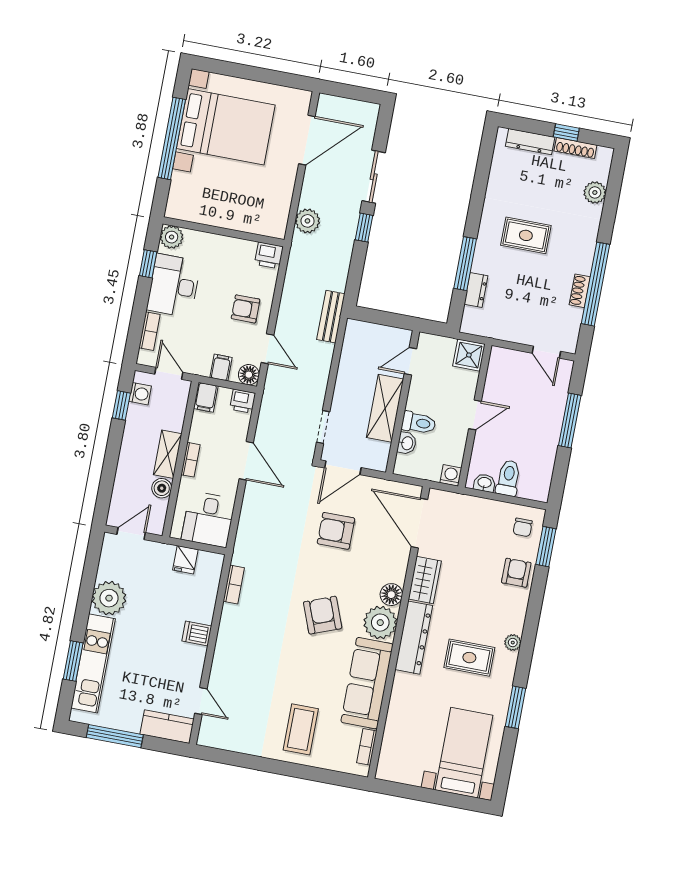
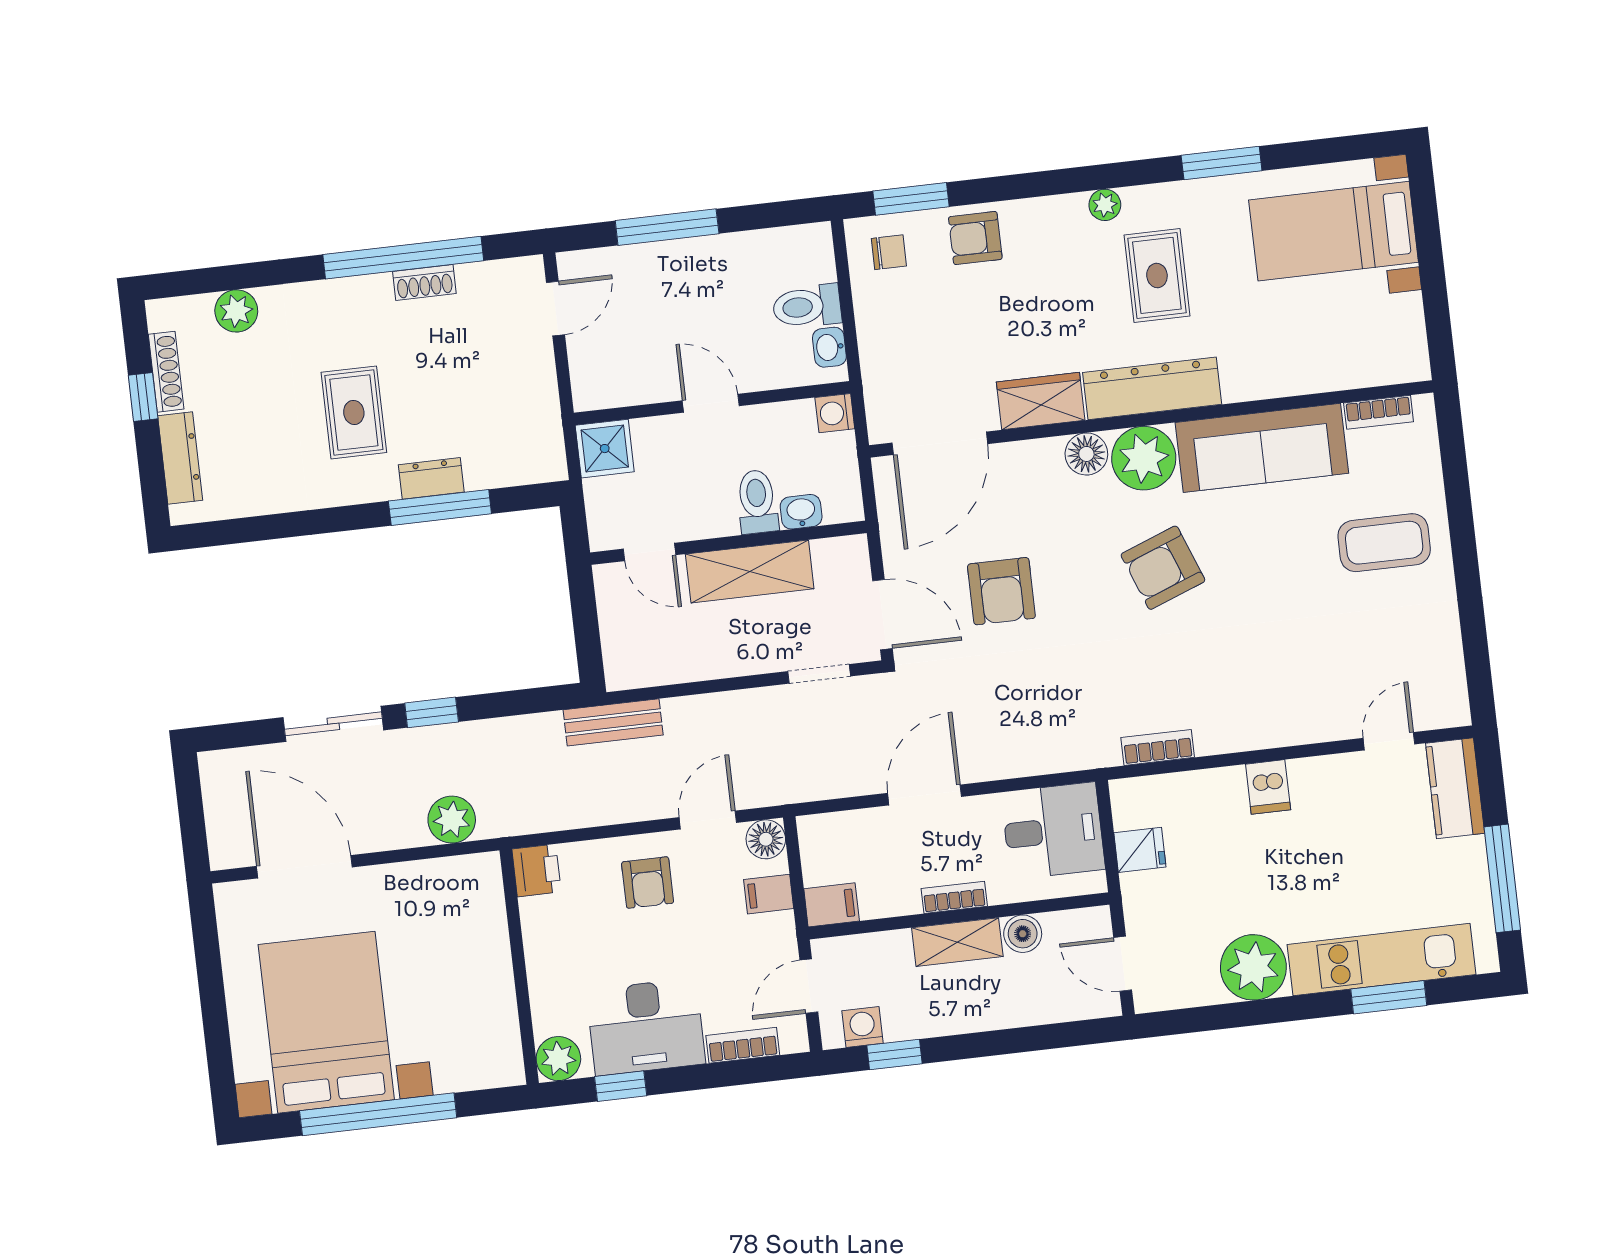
dresser: (476, 290) -> (431, 478), moved
printer: (243, 401) -> (818, 835), removed

